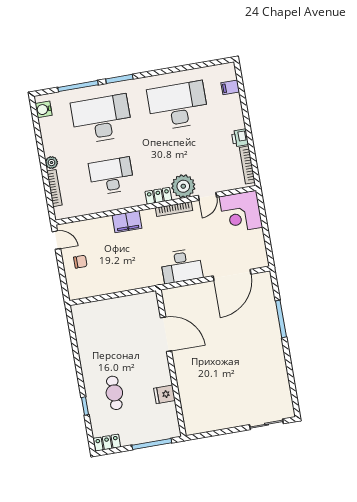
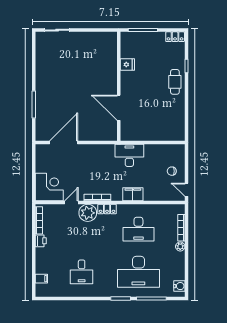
desk: (178, 106) -> (82, 272), width x0.53, depth x0.77
desk: (181, 266) -> (129, 155), moved
cafe table: (114, 393) -> (175, 82), moved

